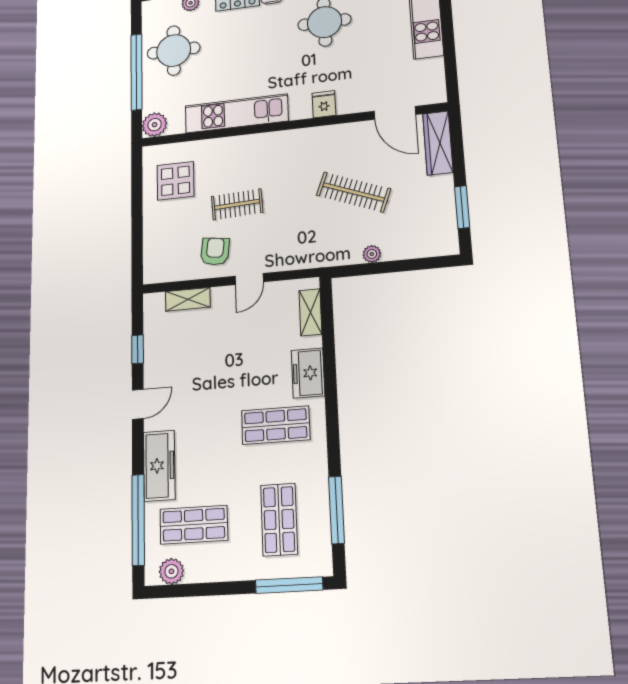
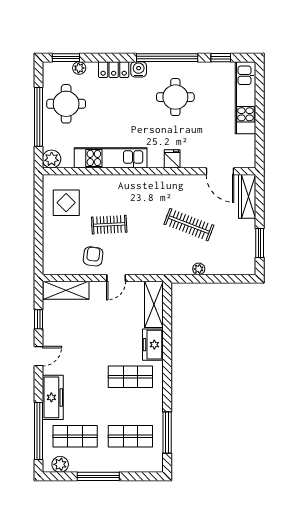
shelving: (188, 299) -> (66, 290), width x1.50, depth x1.33
shelving: (310, 312) -> (154, 304), width x1.50, depth x1.33
shop shelf: (279, 519) -> (130, 436), turned 90
window: (289, 585) -> (98, 476), moved

